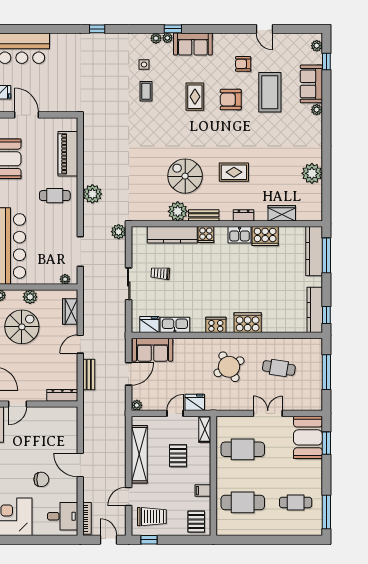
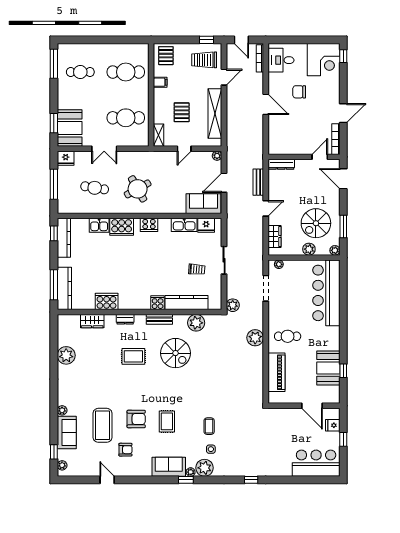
plant: (156, 38) -> (204, 468), width x1.88, depth x1.88
plant: (178, 211) -> (196, 323), moved
kitchen sink: (240, 235) -> (99, 225), moved, turned 180
fridge: (195, 402) -> (66, 158), moved

